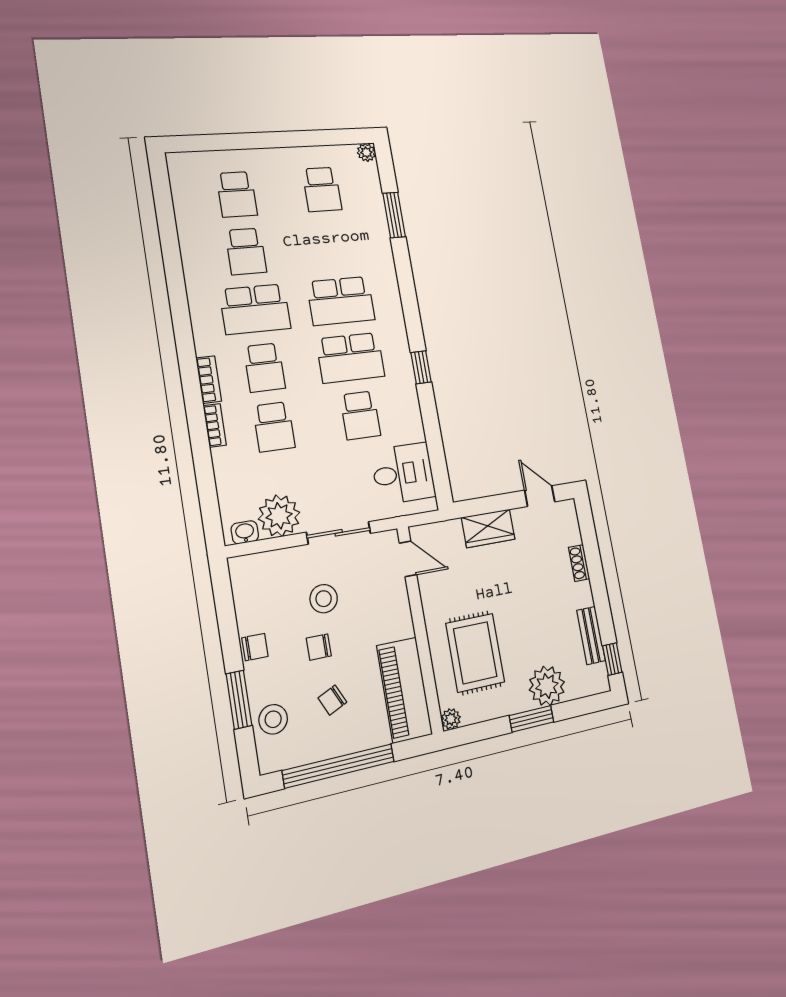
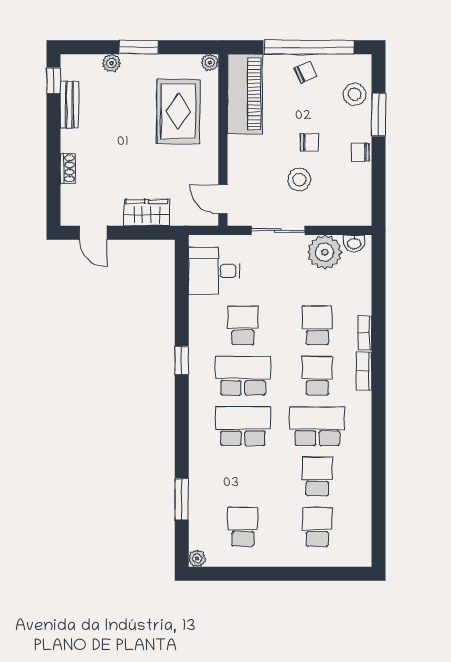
plant: (547, 686) -> (111, 63), width x0.53, depth x0.53
chair: (332, 700) -> (306, 72), moved

